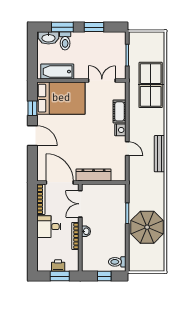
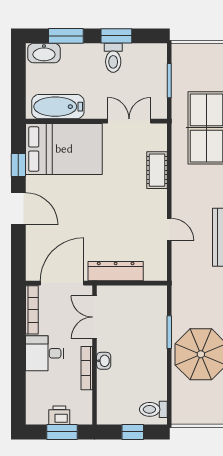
toilet: (65, 41) -> (113, 58), moved
nightstand: (120, 130) -> (158, 200), removed
door: (60, 182) -> (62, 283), hinge flipped

